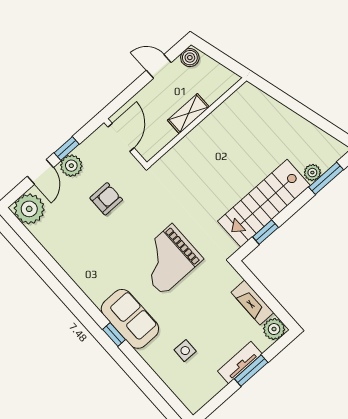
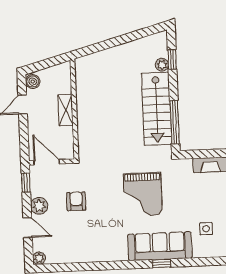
window: (67, 148) -> (26, 183), moved
window: (326, 178) -> (172, 59), width x0.67
plant: (29, 209) -> (39, 258), width x0.53, depth x0.53
window: (265, 232) -> (175, 122), width x2.17
sofa: (130, 319) -> (160, 246), width x1.36

